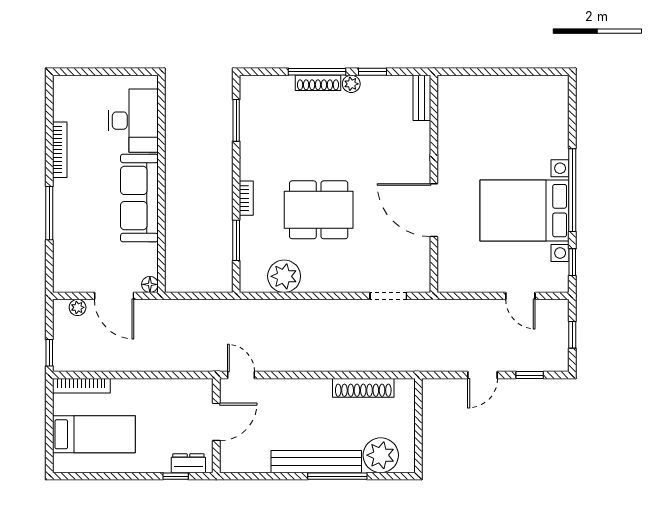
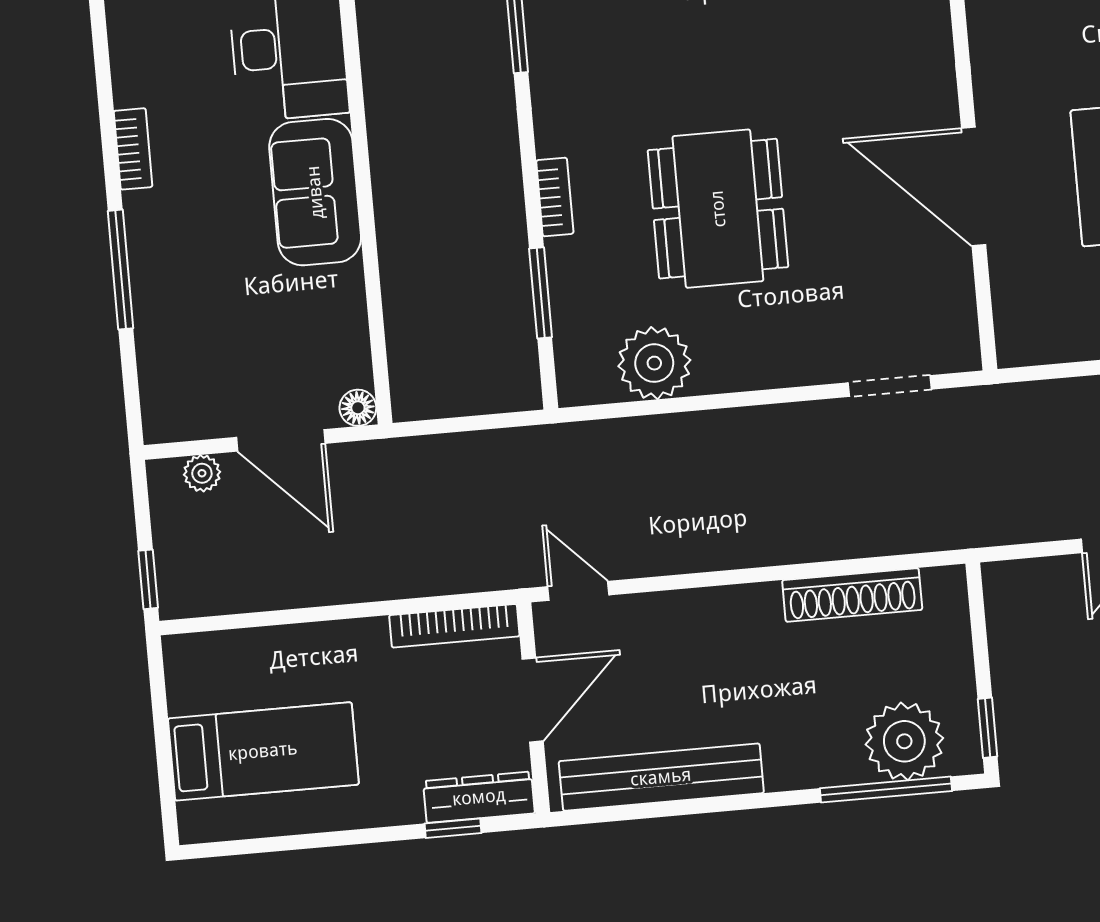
bookcase: (60, 150) -> (133, 149), width x0.64
sofa: (139, 198) -> (315, 192), width x0.73
dining table: (319, 210) -> (718, 209), turned 90
bookcase: (81, 386) -> (454, 626), moved
window: (418, 453) -> (988, 728), added
bench: (316, 462) -> (661, 777), moved
dresser: (188, 463) -> (479, 797), width x1.44
window: (337, 476) -> (886, 790), moved

